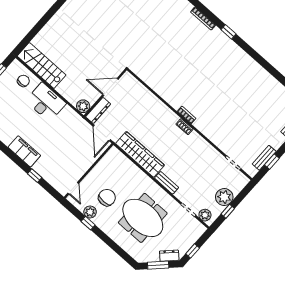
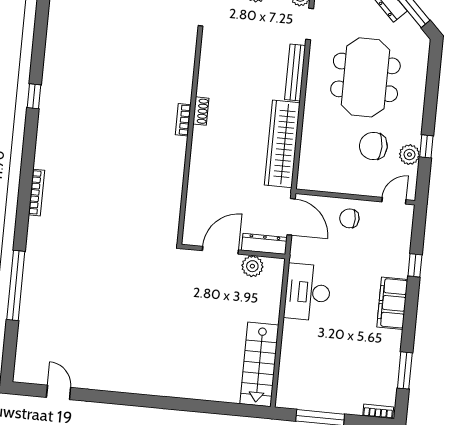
window: (228, 32) -> (34, 96), moved
chair: (23, 81) -> (349, 218), moved
door: (110, 87) -> (220, 250), swing flipped
desk: (46, 102) -> (308, 292), moved
plant: (83, 106) -> (252, 266), moved
door: (102, 133) -> (291, 217), hinge flipped
bench: (167, 183) -> (295, 72), width x1.36

